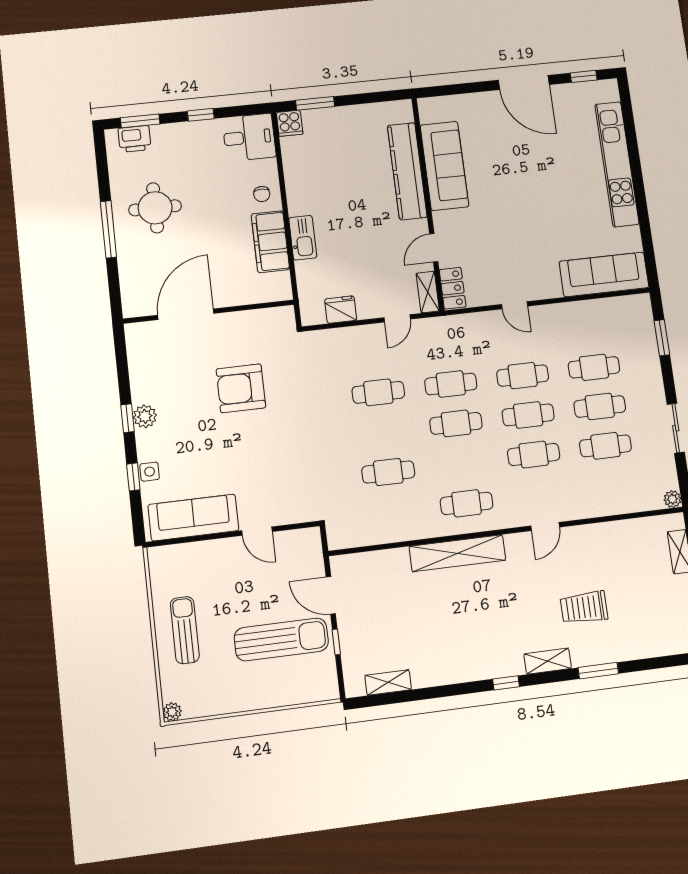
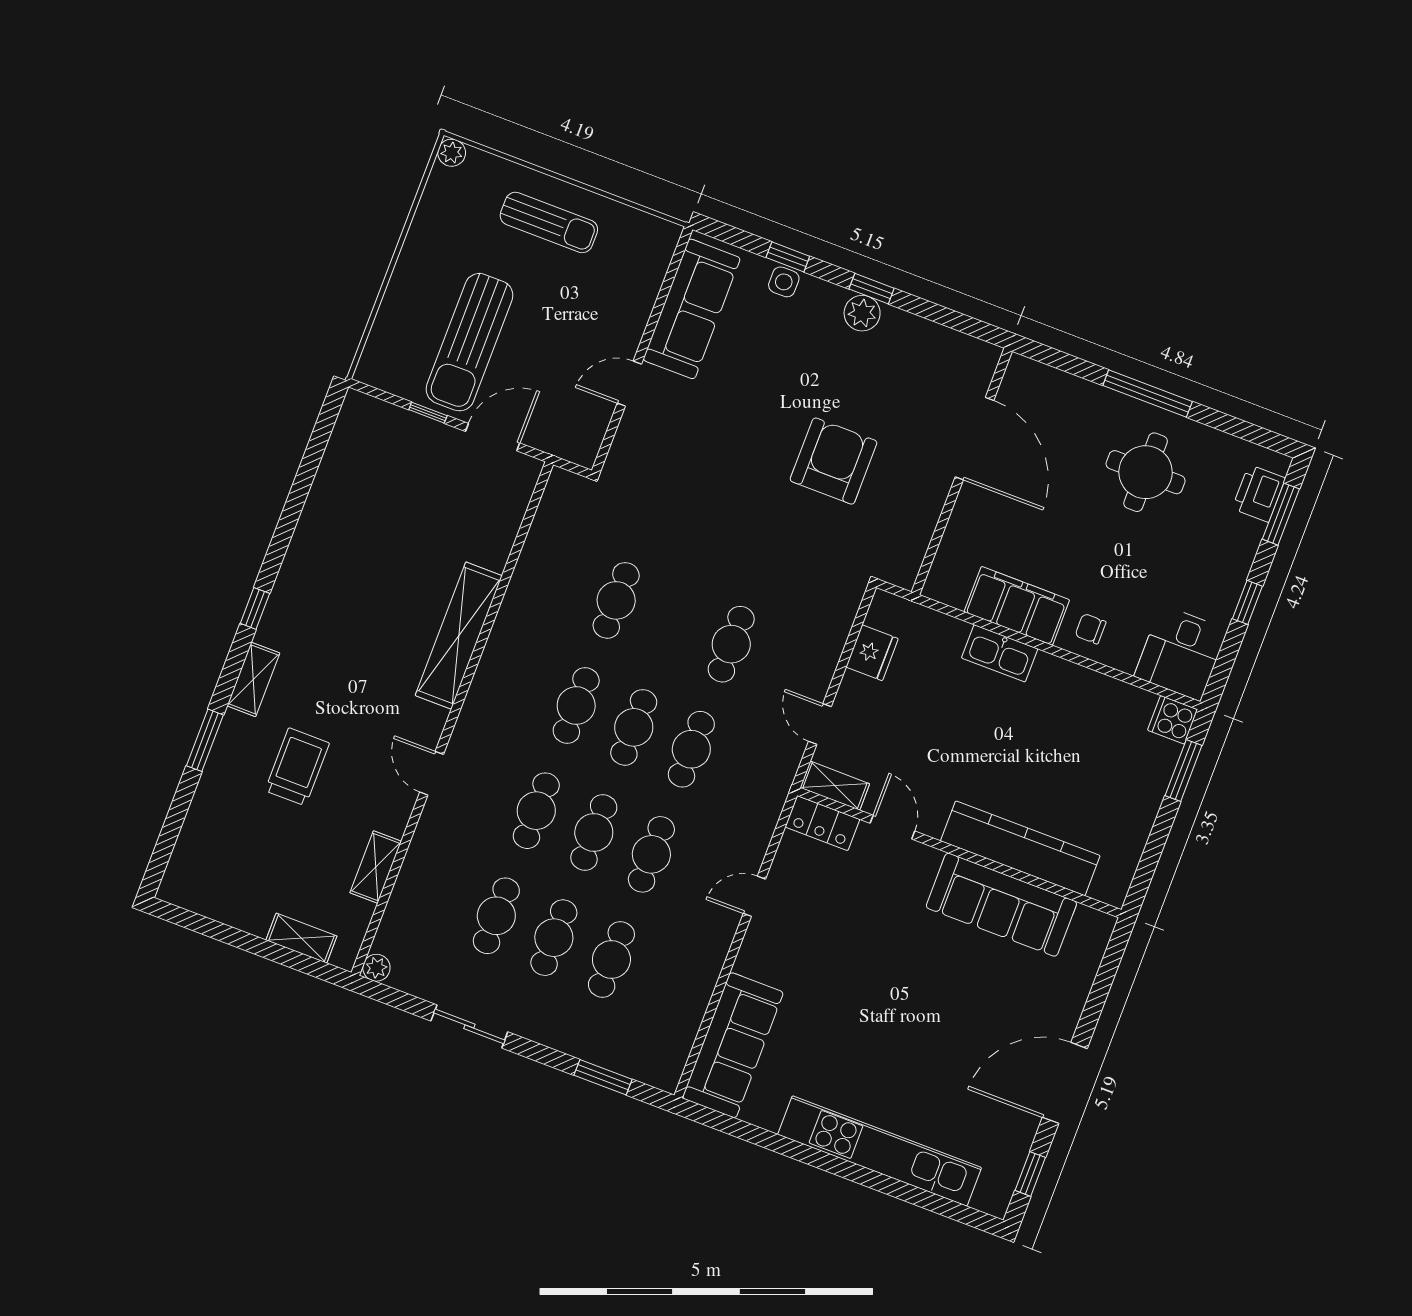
cafe table: (467, 503) -> (576, 706), moved
shelving: (388, 682) -> (376, 867), moved

